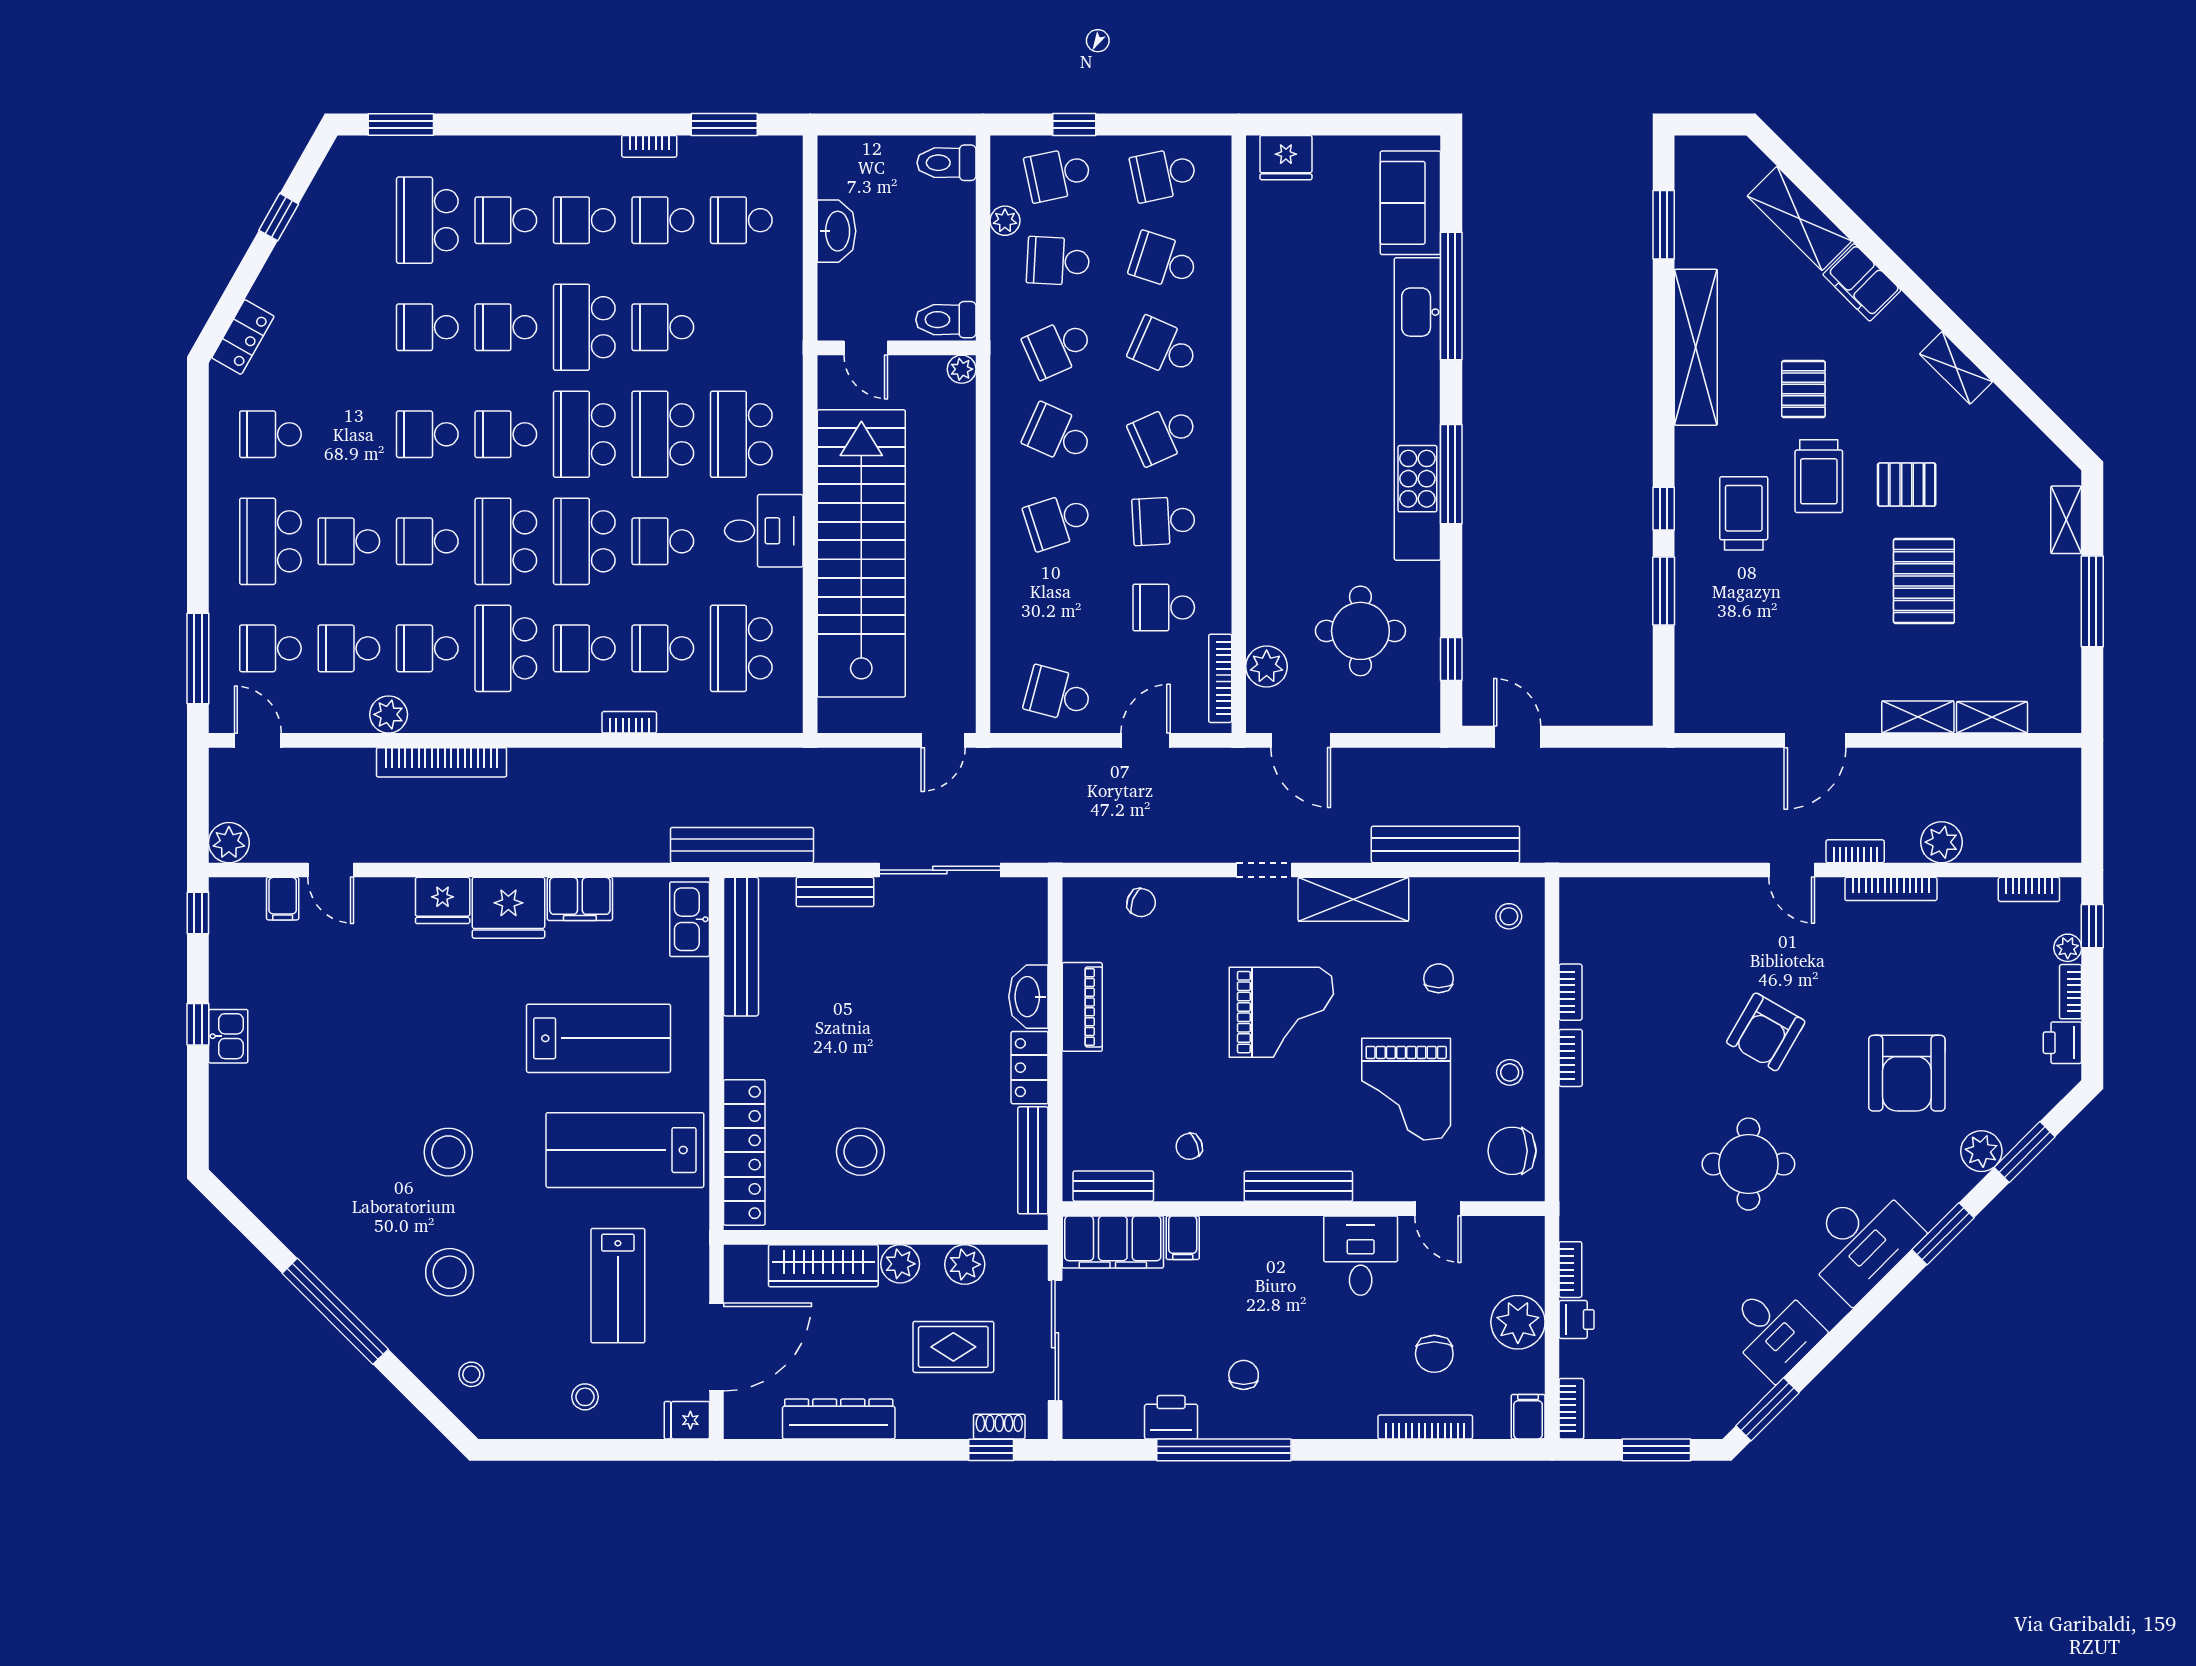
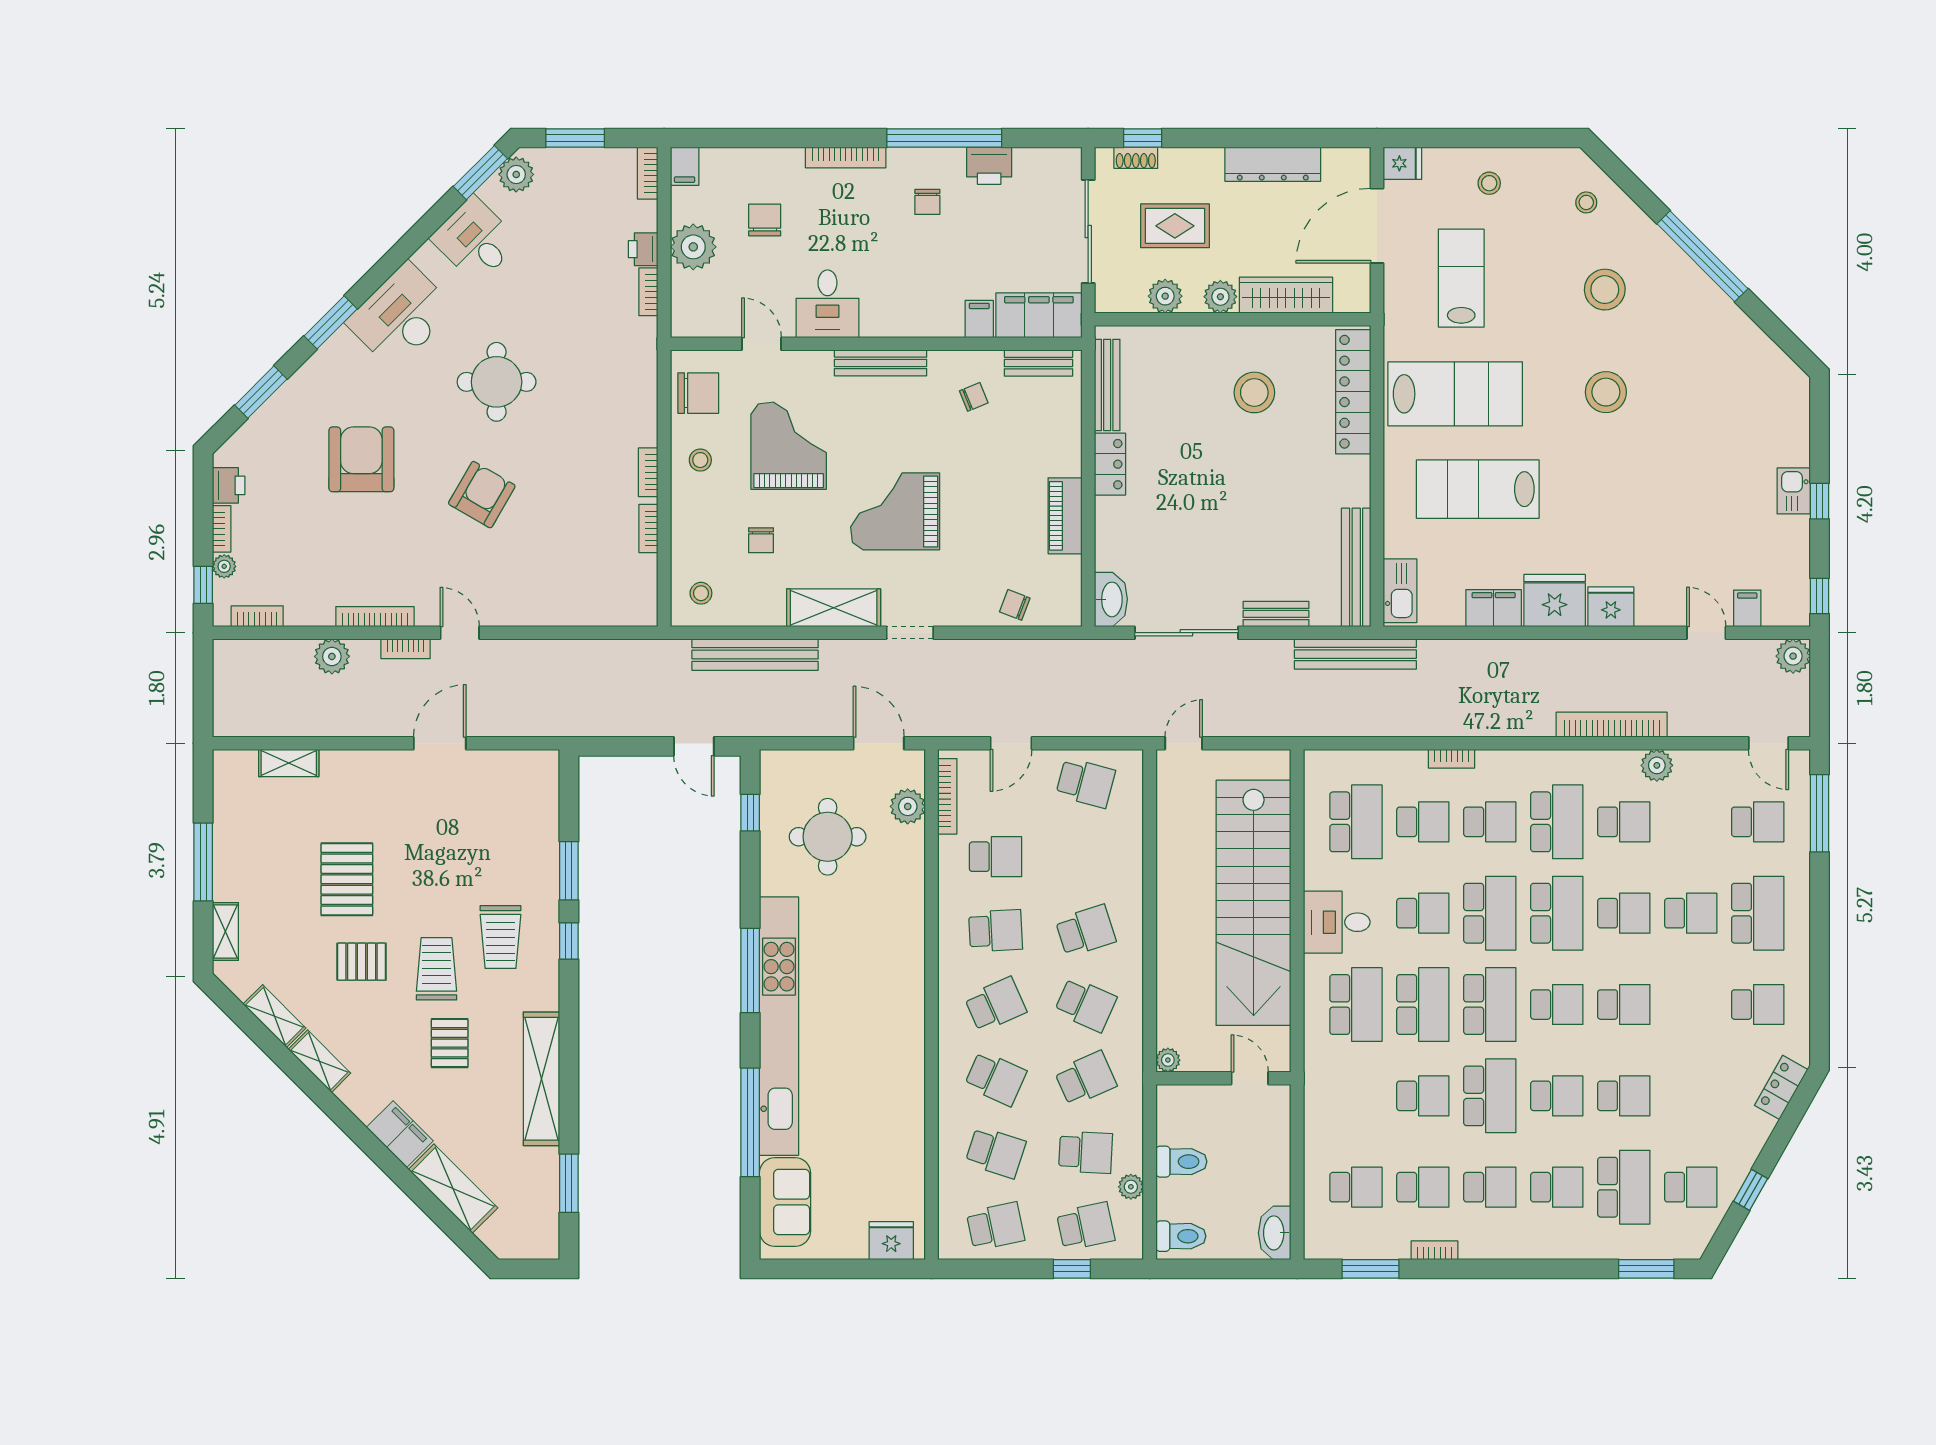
washbasin: (836, 231) -> (1275, 1233), moved
toilet: (946, 320) -> (1181, 1162), moved
school desk: (349, 648) -> (1691, 1187), moved
shelving: (1918, 717) -> (274, 1016), moved, turned 45
washbasin: (1028, 997) -> (1111, 599), moved
plant: (1981, 1151) -> (516, 174), moved
bookcase: (1425, 1427) -> (846, 157), moved

